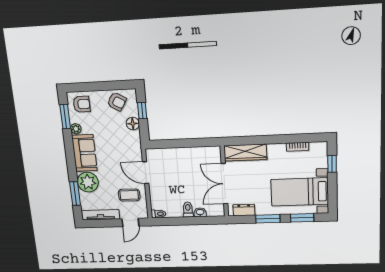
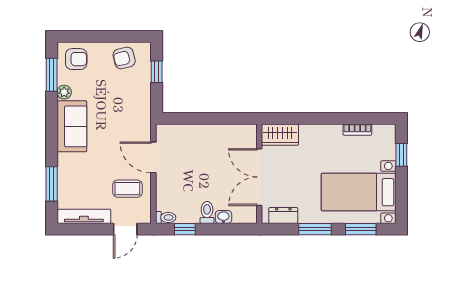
armchair: (117, 102) -> (124, 58), turned 135
floor lamp: (133, 124) -> (142, 89), removed
wardrobe: (245, 153) -> (280, 135), width x0.67
plant: (88, 182) -> (72, 168), removed
window: (173, 221) -> (185, 229), added

